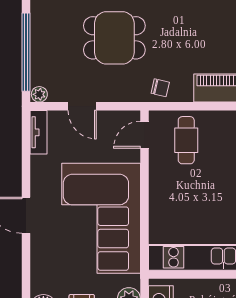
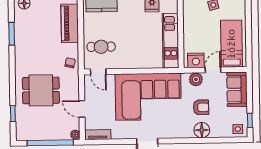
dining table: (114, 38) -> (41, 90), turned 90
door: (82, 106) -> (82, 109), swing flipped

